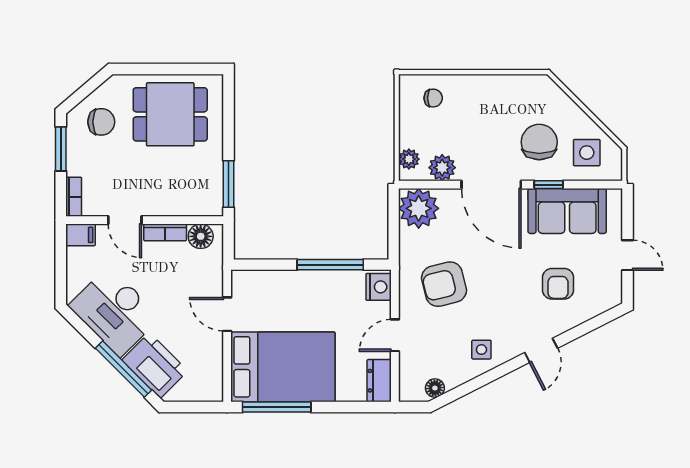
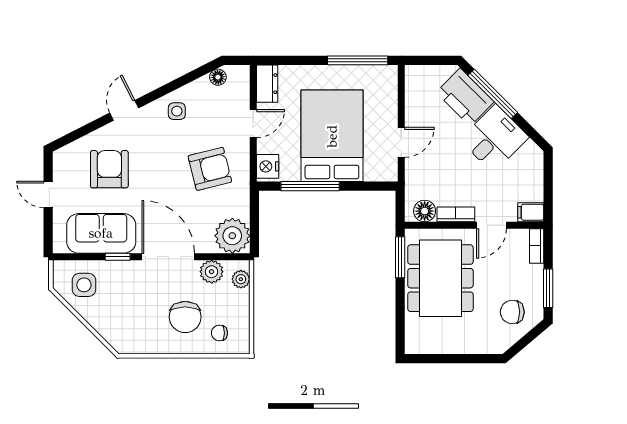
dining table: (170, 114) -> (440, 278), moved, width x1.37
chair: (539, 142) -> (185, 317), moved
door: (125, 220) -> (491, 225), swing flipped
armchair: (558, 284) -> (109, 169), width x1.38, depth x1.38
desk: (114, 311) -> (494, 138), width x0.73
door: (227, 314) -> (401, 142), hinge flipped
bed: (283, 367) -> (332, 136), moved, turned 90

